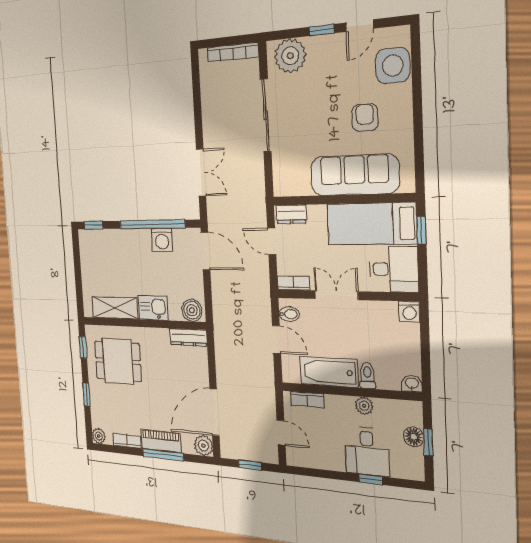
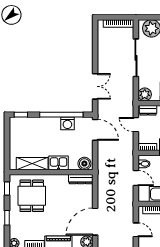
plant: (284, 184) -> (145, 94), added
dining table: (118, 361) -> (32, 196), turned 90

